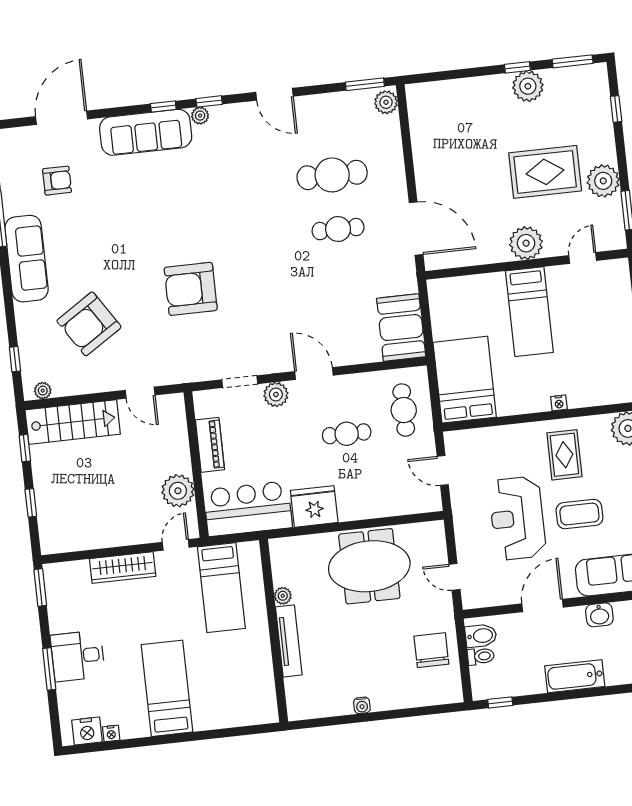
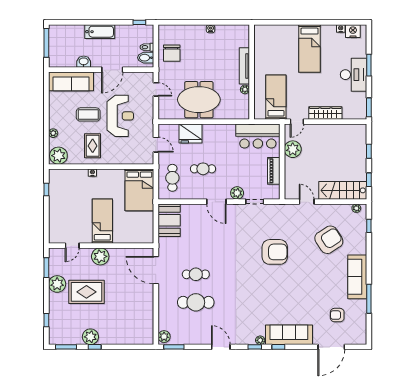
fridge: (314, 506) -> (191, 133), moved
desk: (78, 656) -> (353, 75), width x1.37

